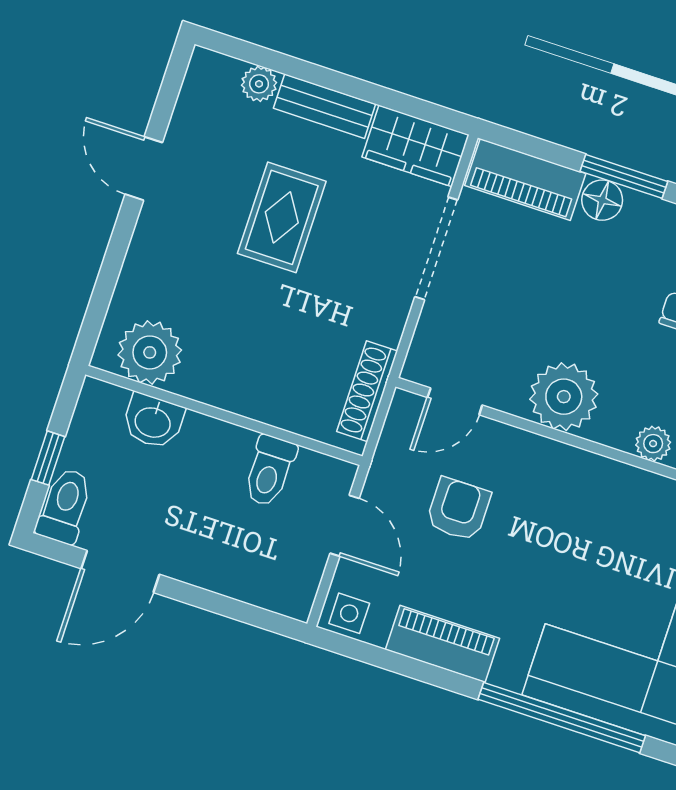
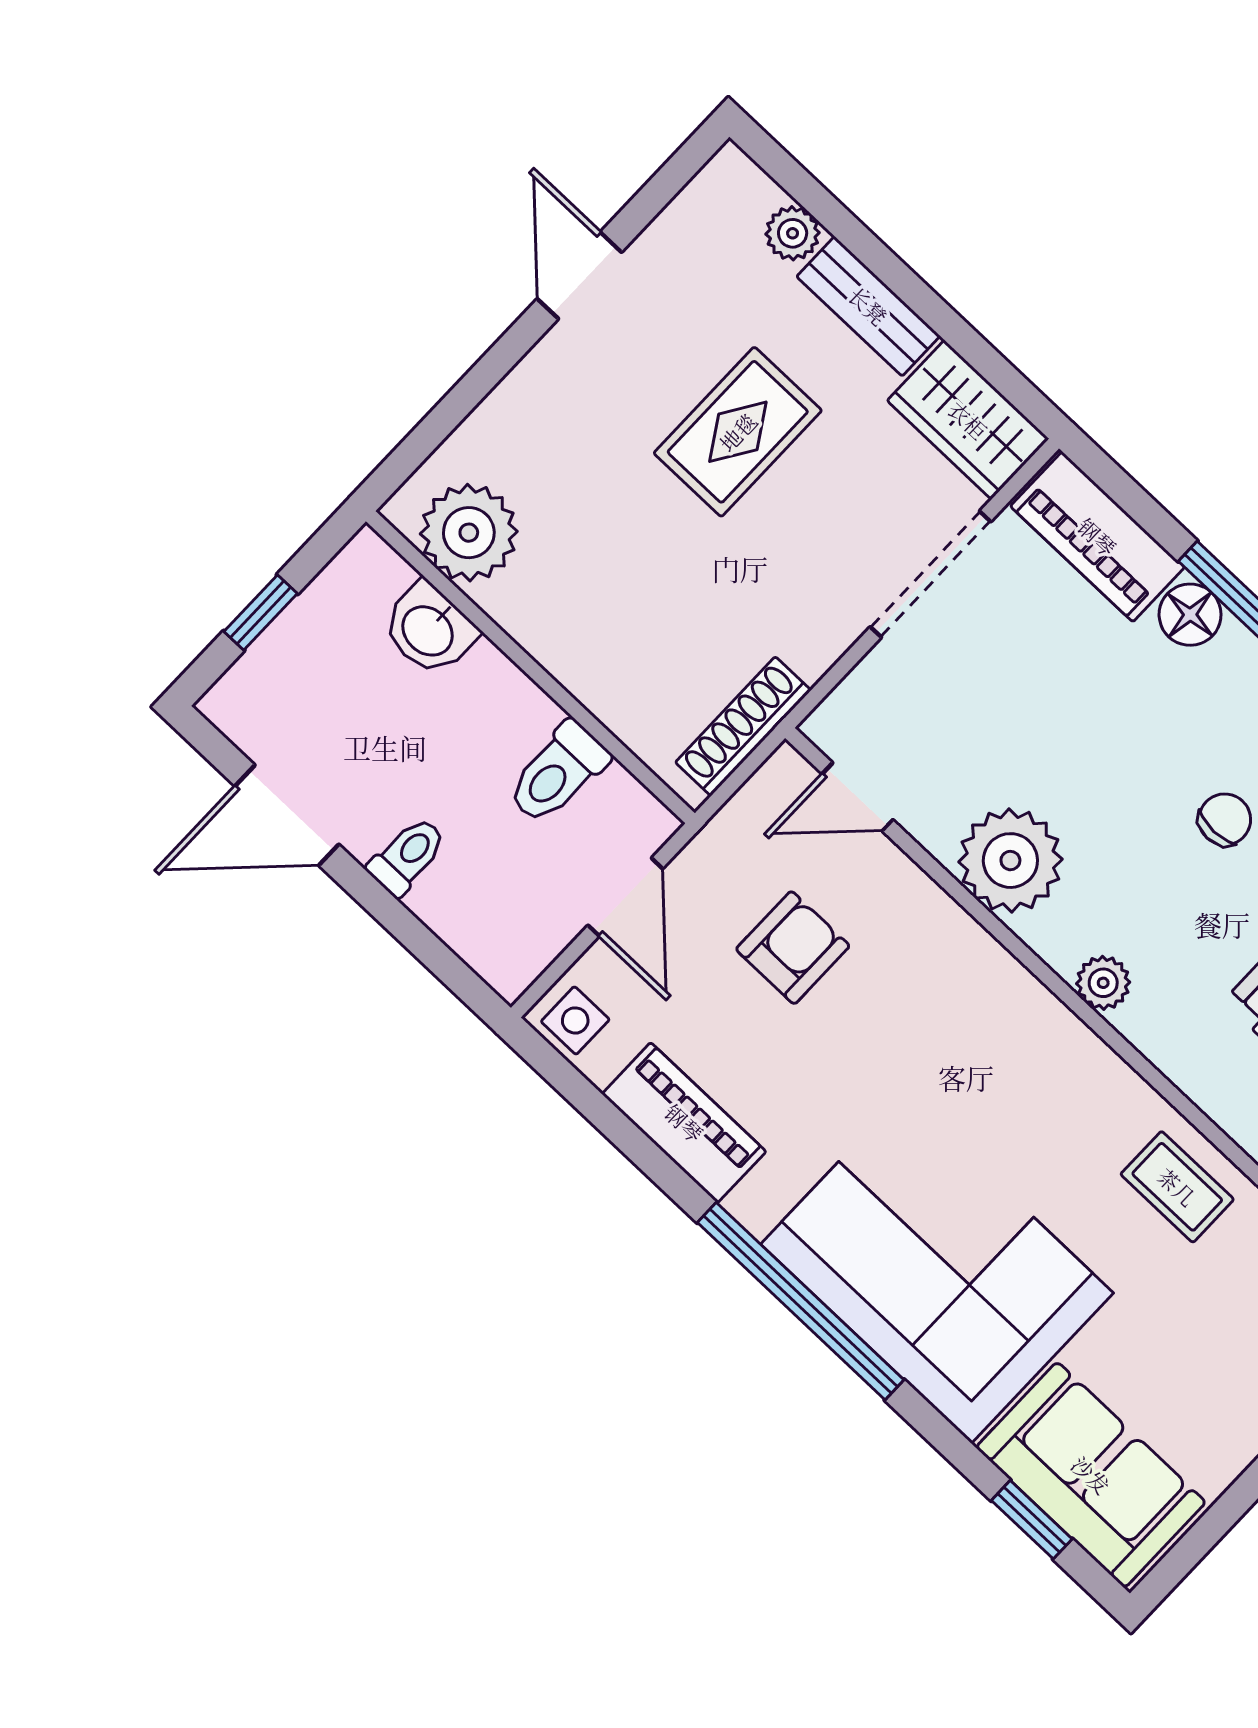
toilet: (65, 506) -> (407, 856), moved, width x0.73, depth x0.72

